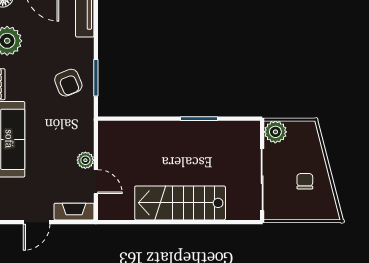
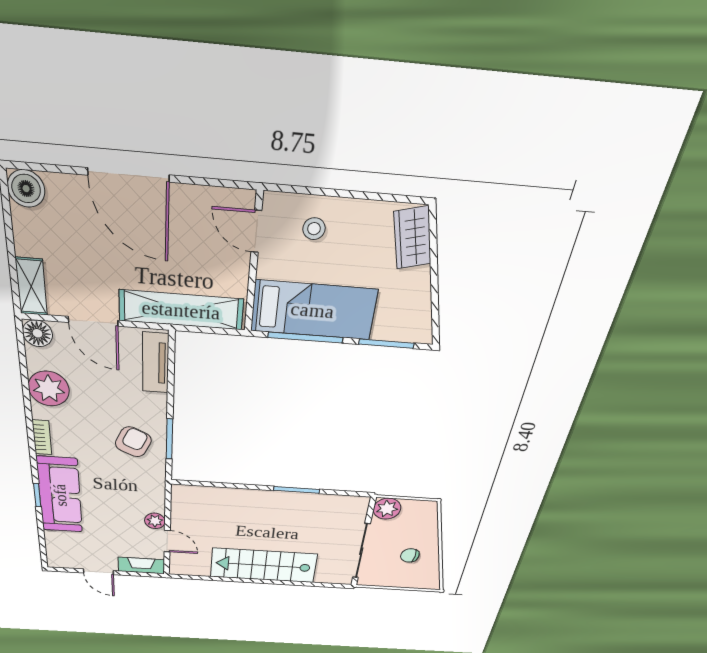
armchair: (68, 83) -> (133, 442), turned -133
chair: (305, 181) -> (410, 555), turned -86
door: (37, 222) -> (98, 572), hinge flipped

